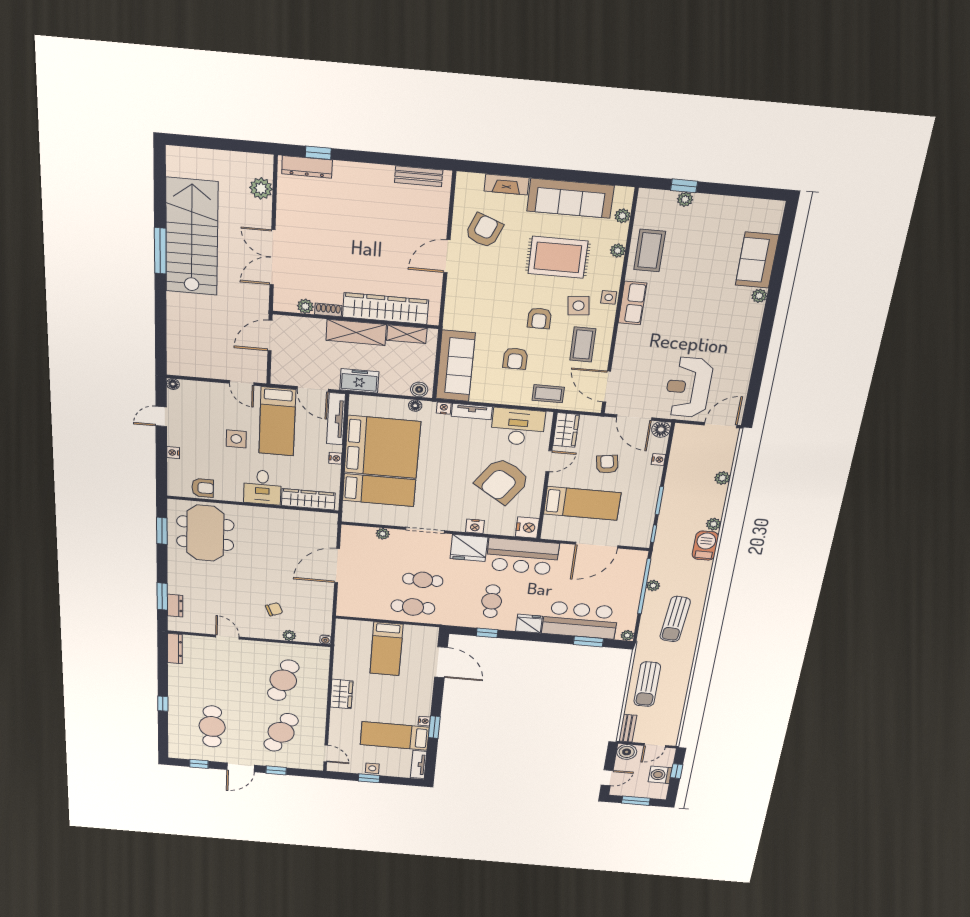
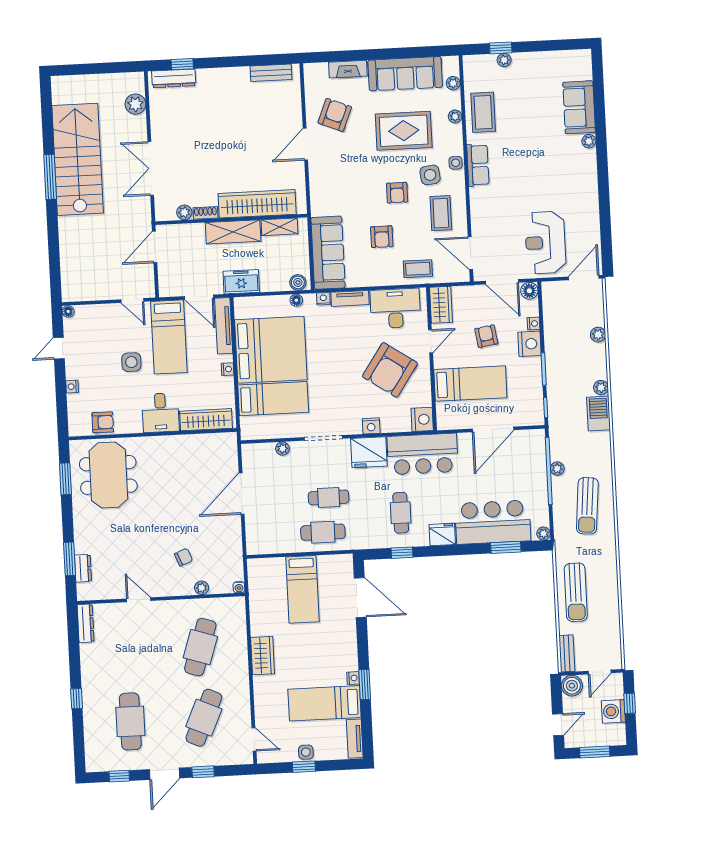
nightstand: (650, 477) -> (530, 344), added

